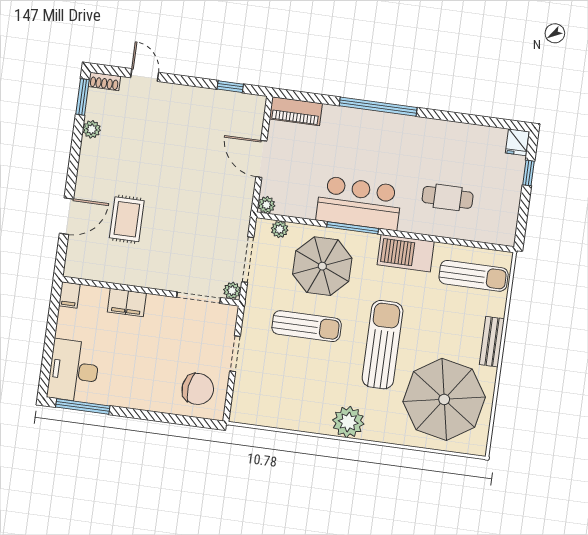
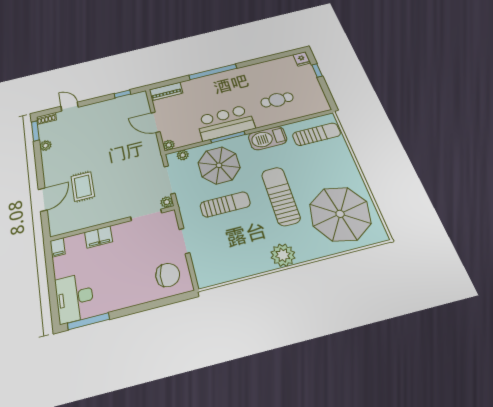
bench: (492, 342) -> (350, 166), removed

